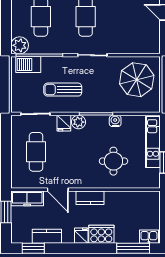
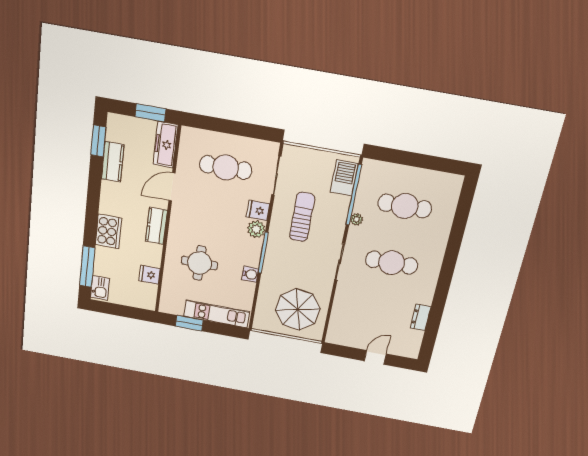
plant: (20, 45) -> (357, 219), moved, width x0.53, depth x0.53
fridge: (81, 236) -> (149, 275), moved, turned 180

